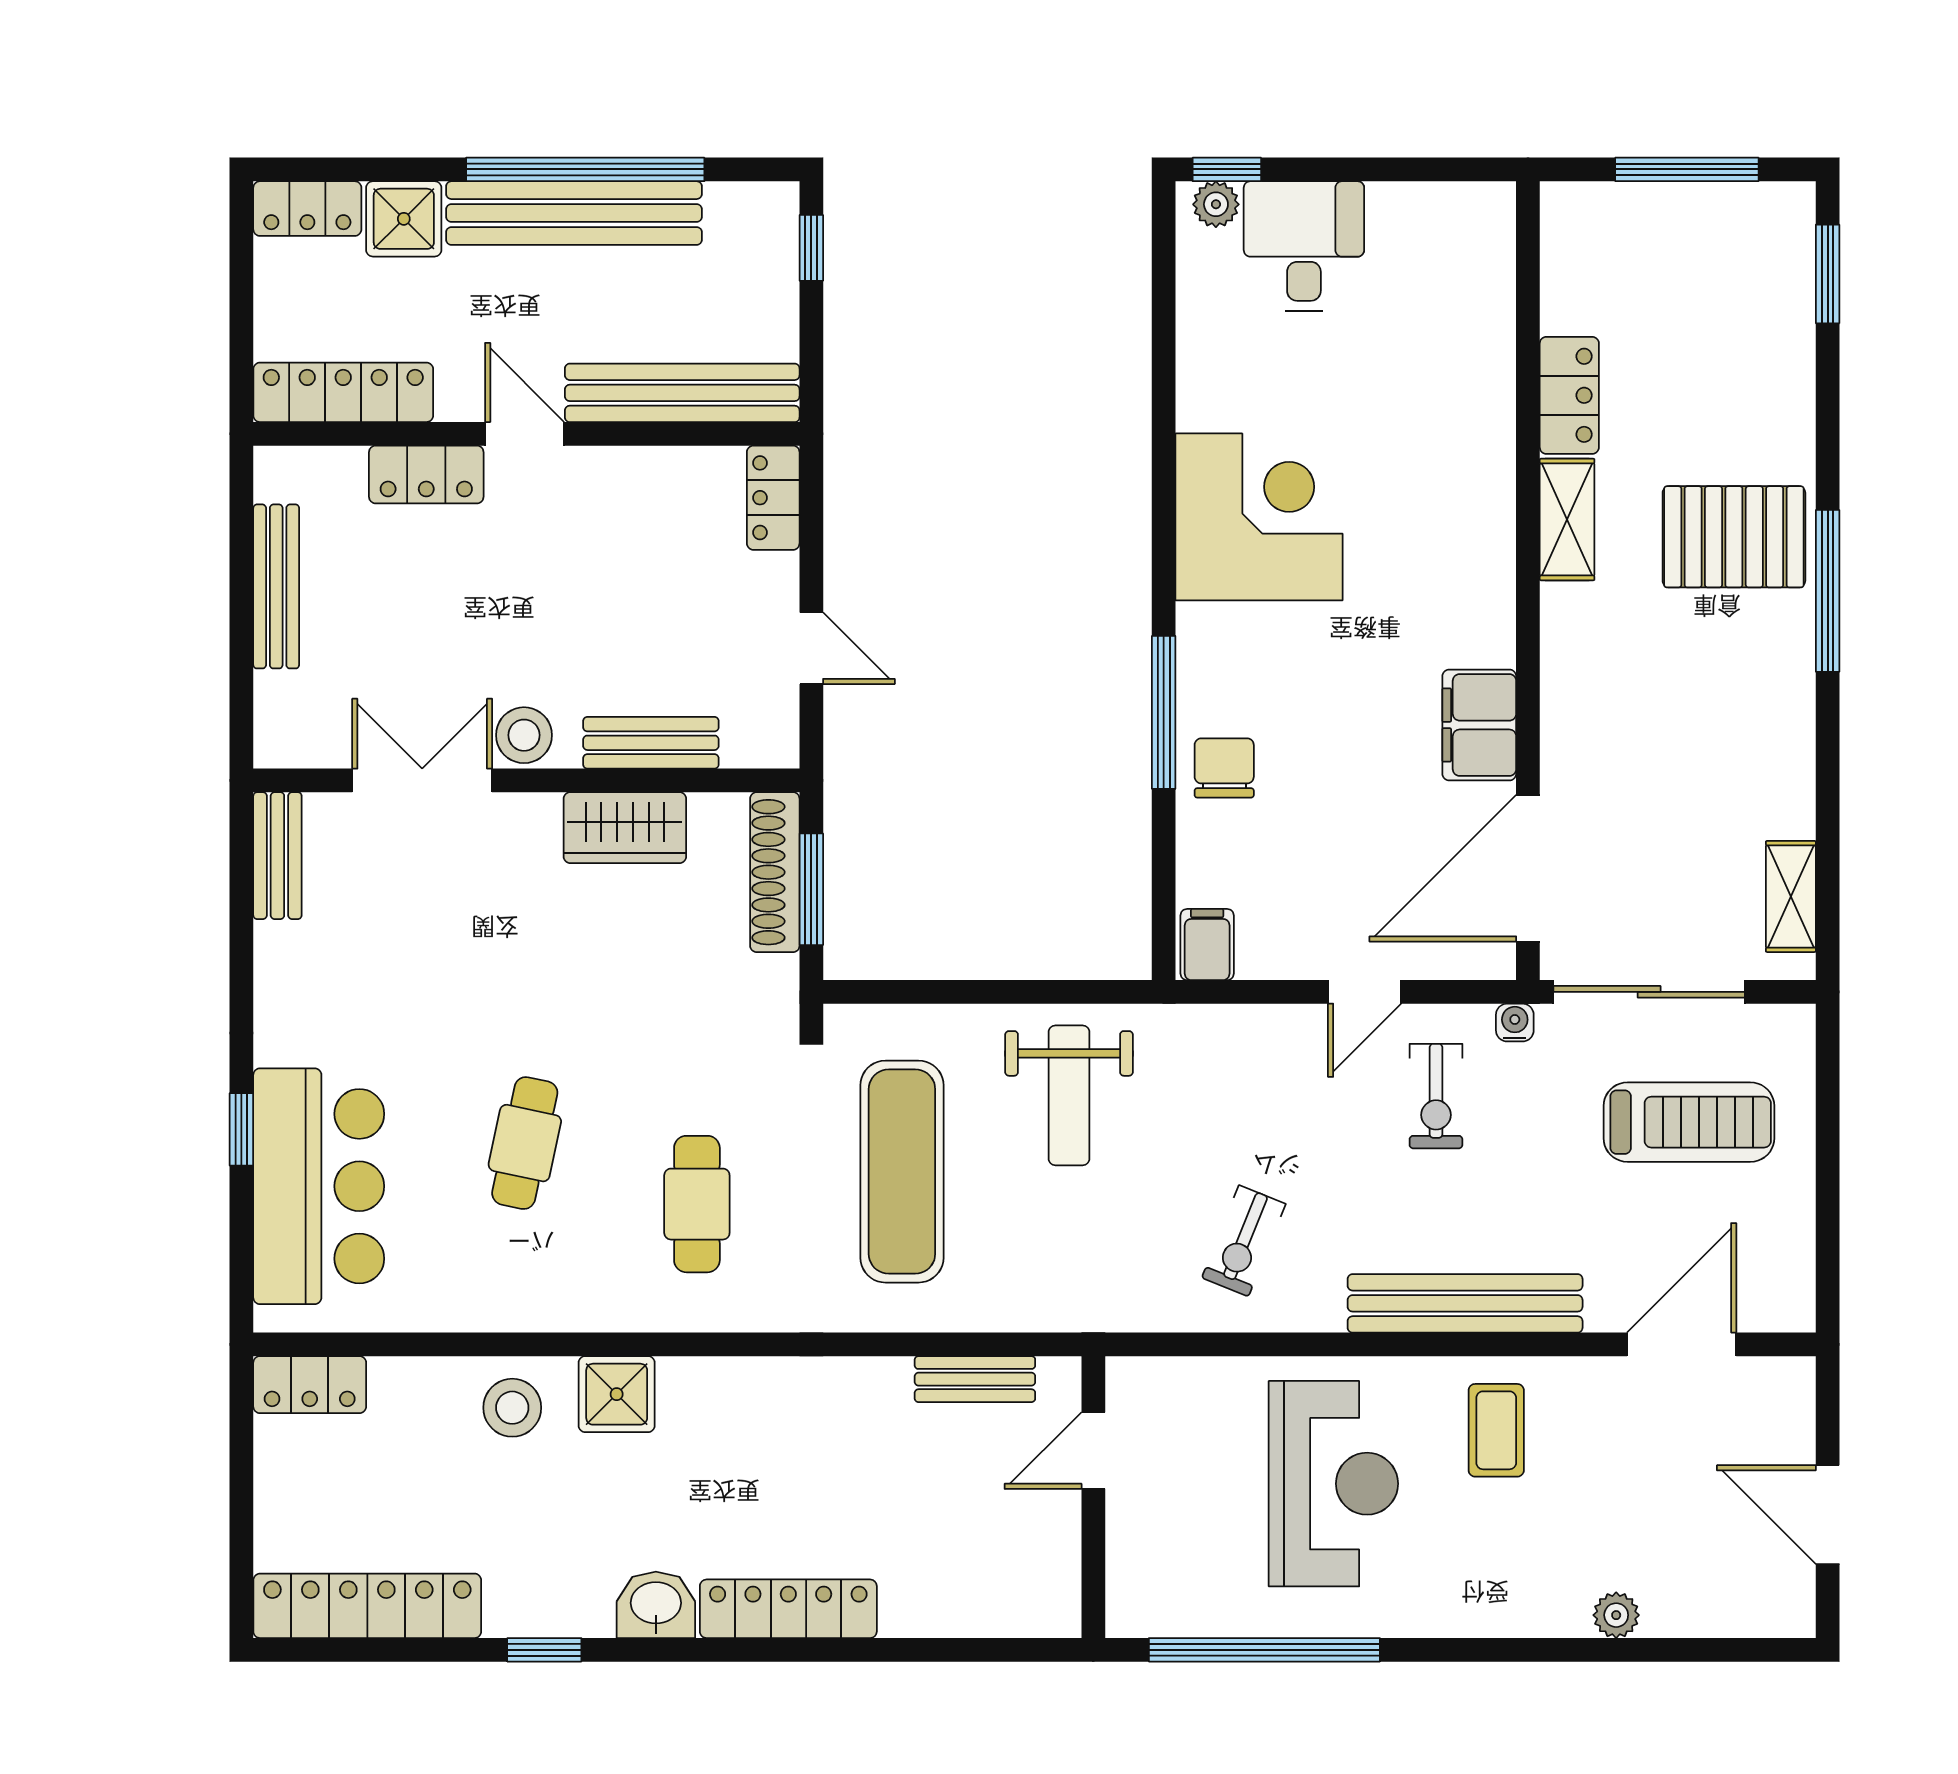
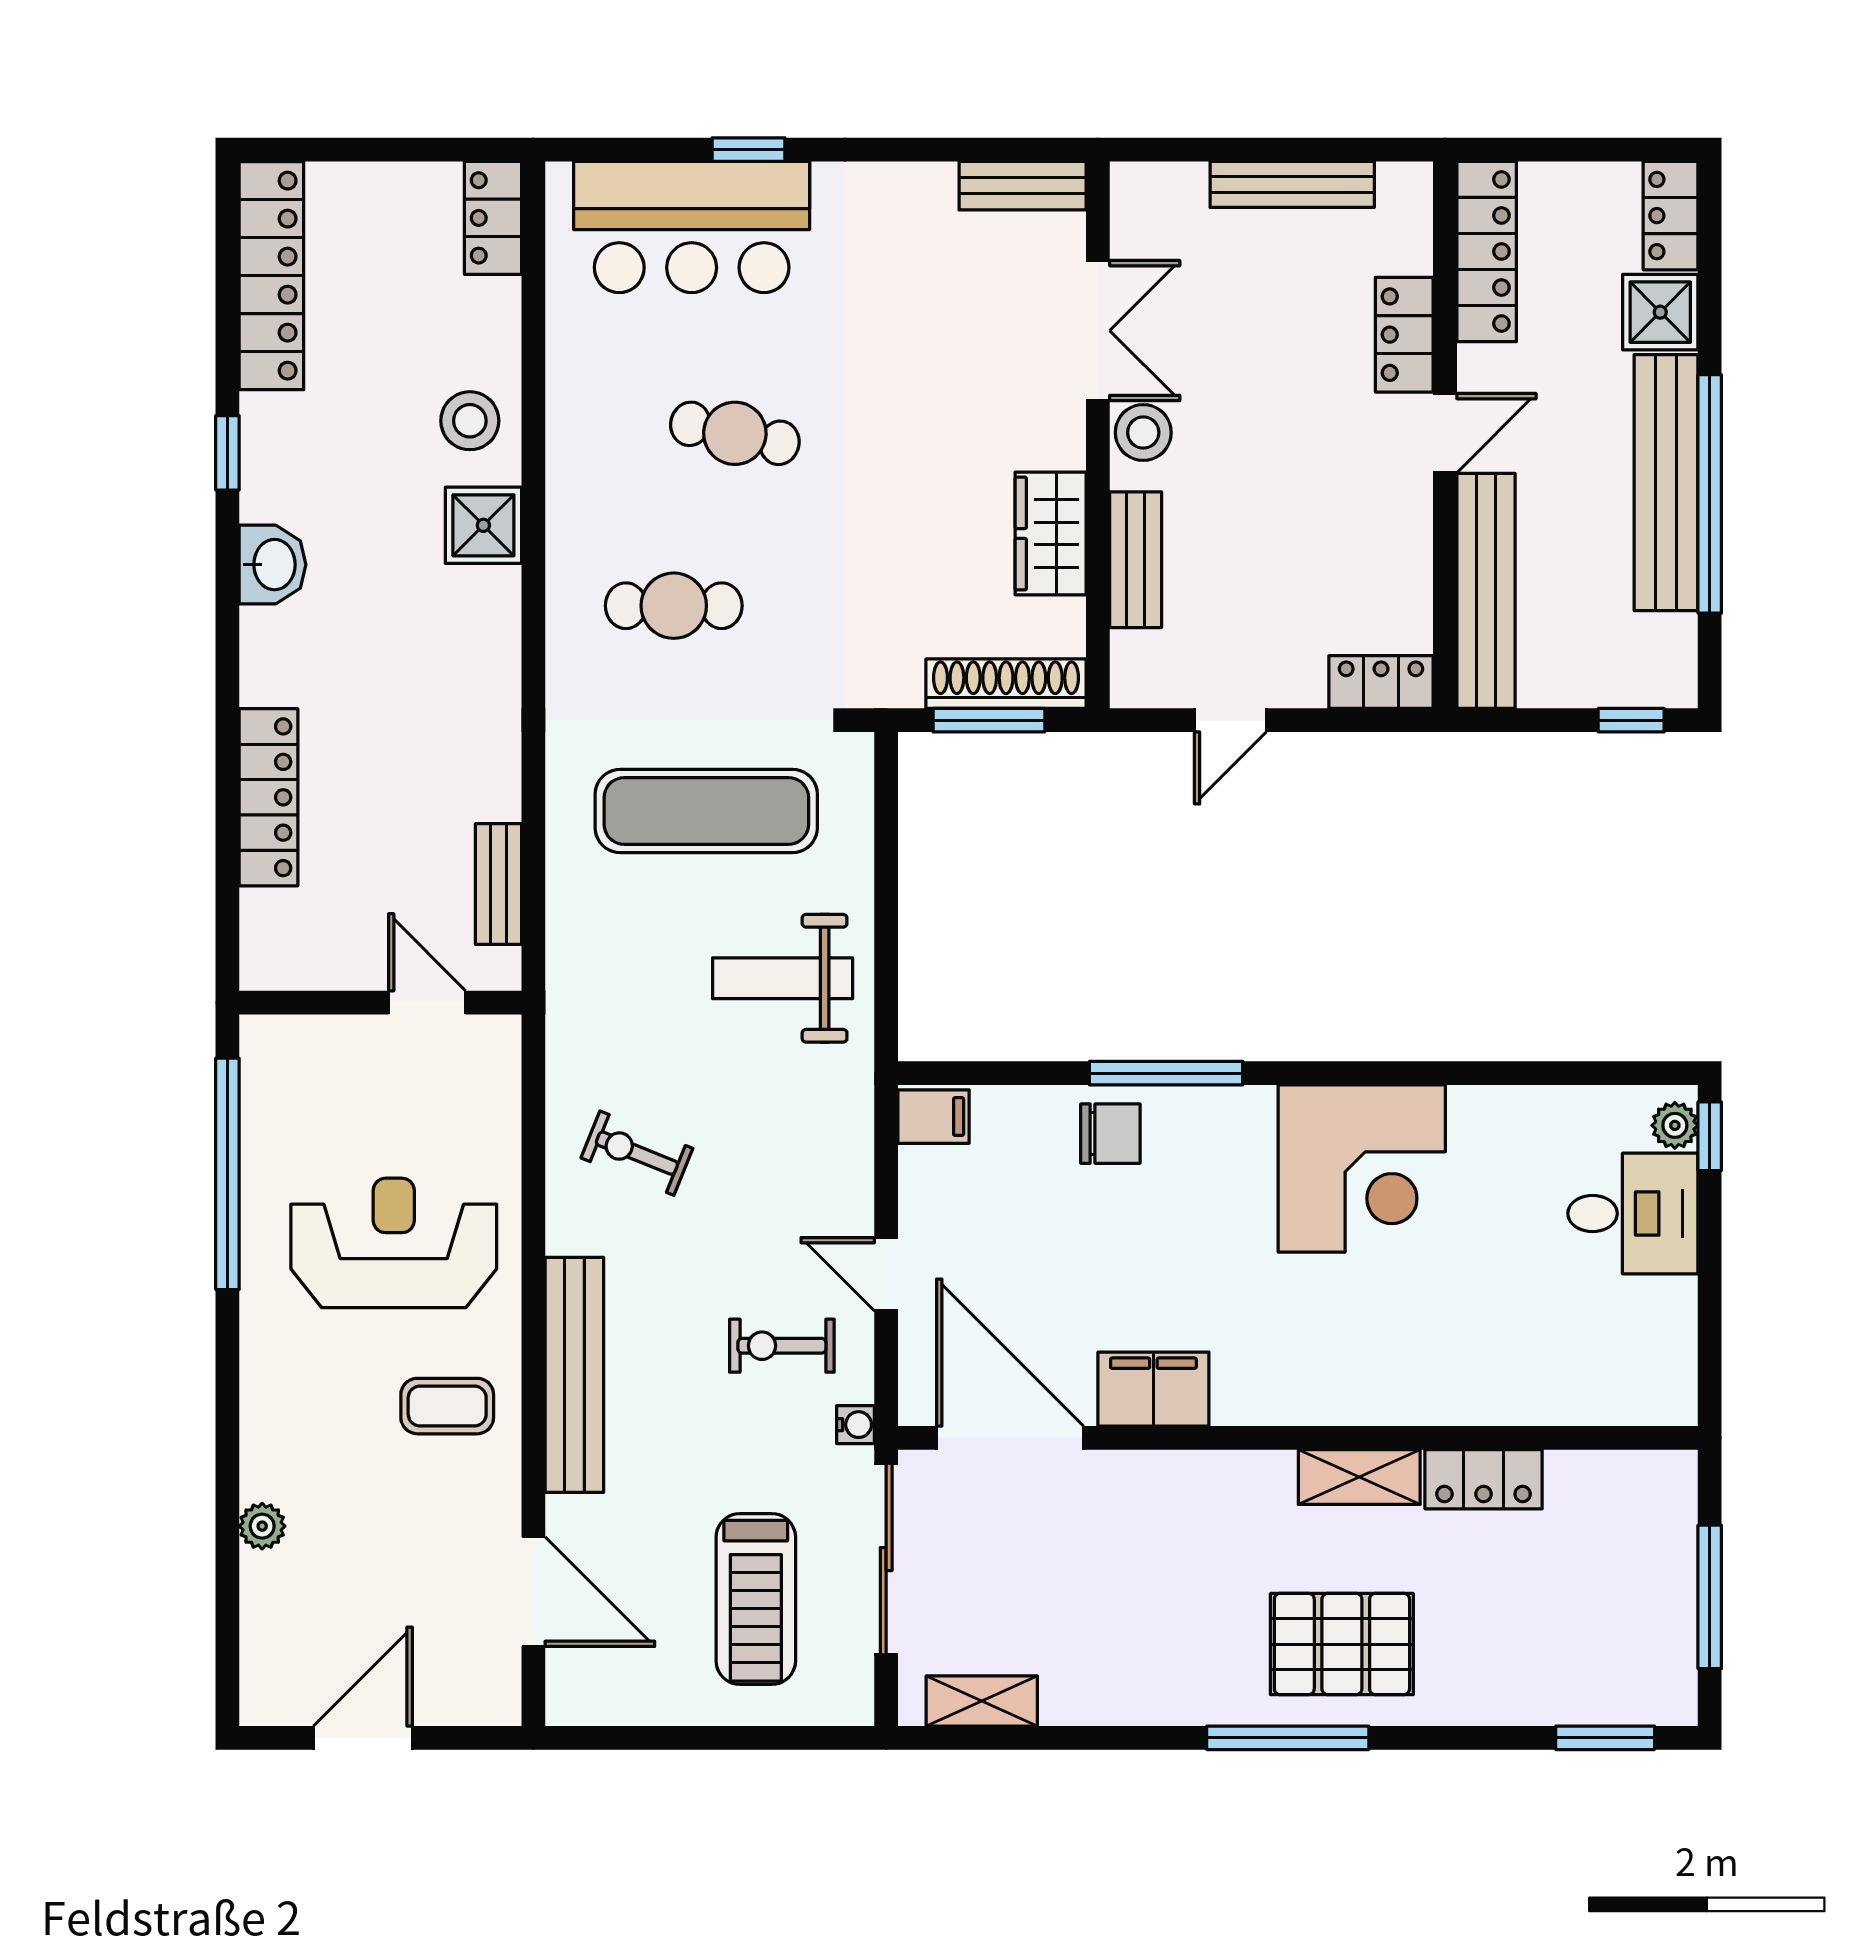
pallet: (1734, 537) -> (1342, 1644), turned 90
reception desk: (1333, 1484) -> (394, 1243), turned 180
locker: (788, 1609) -> (269, 797), moved

